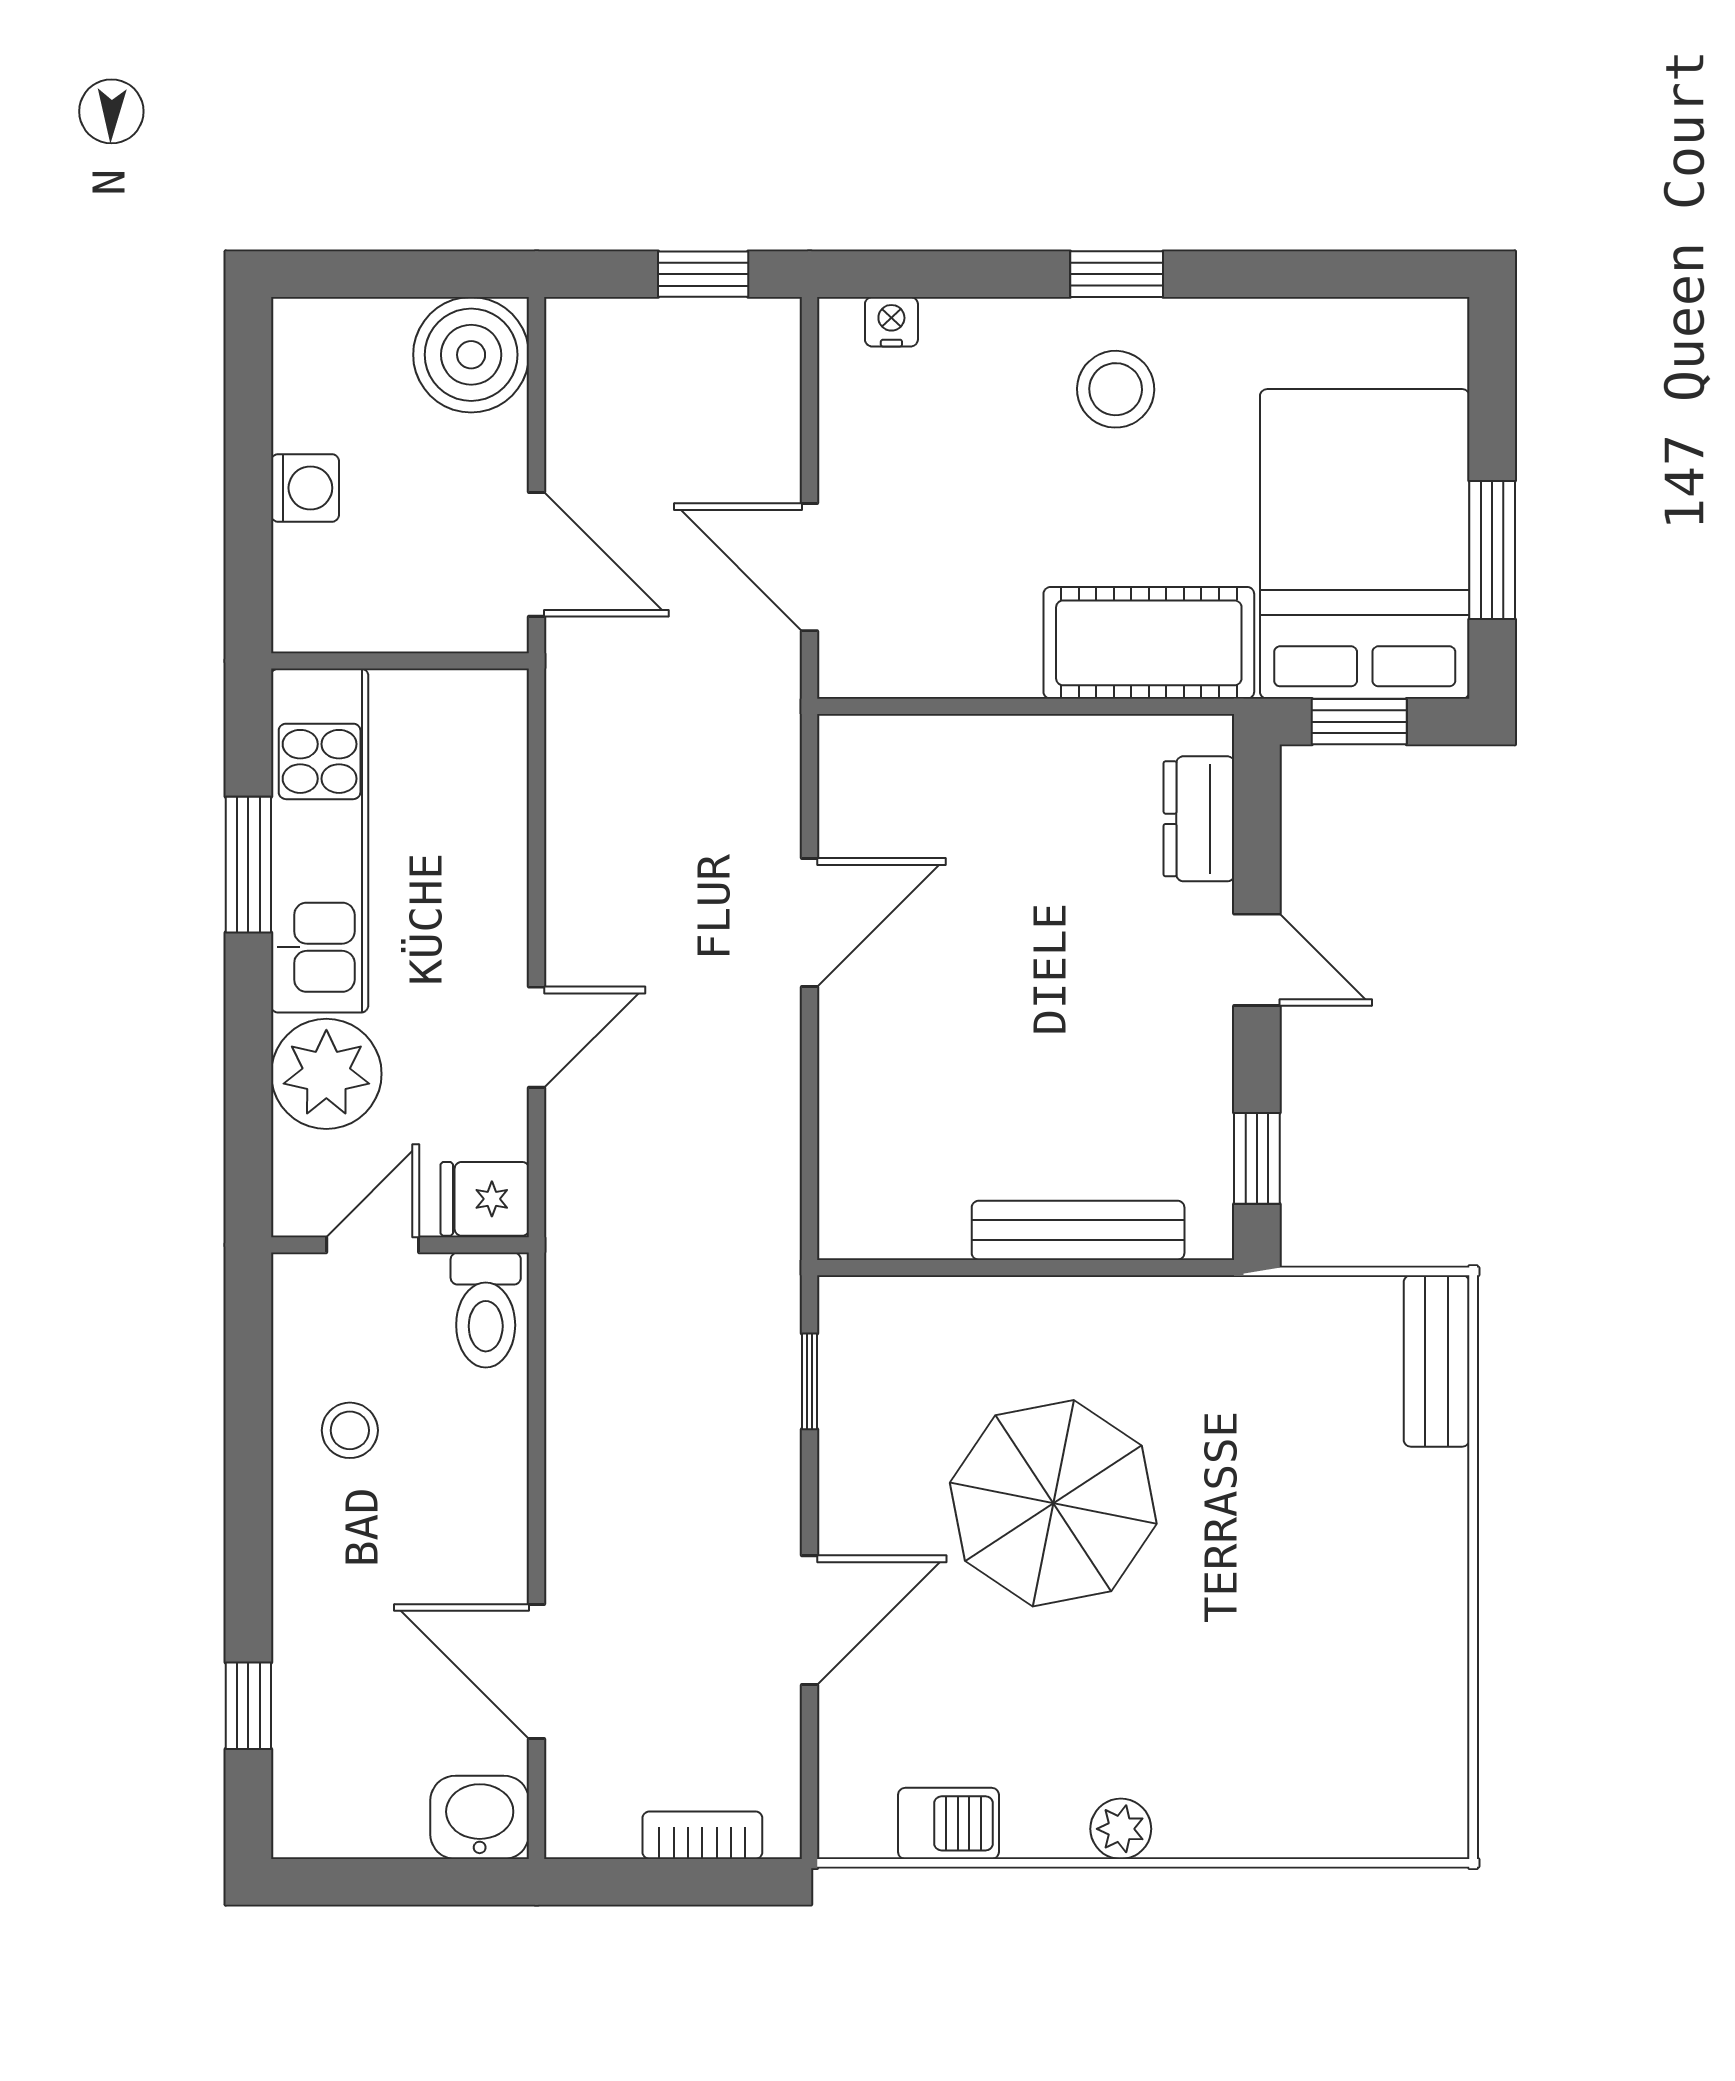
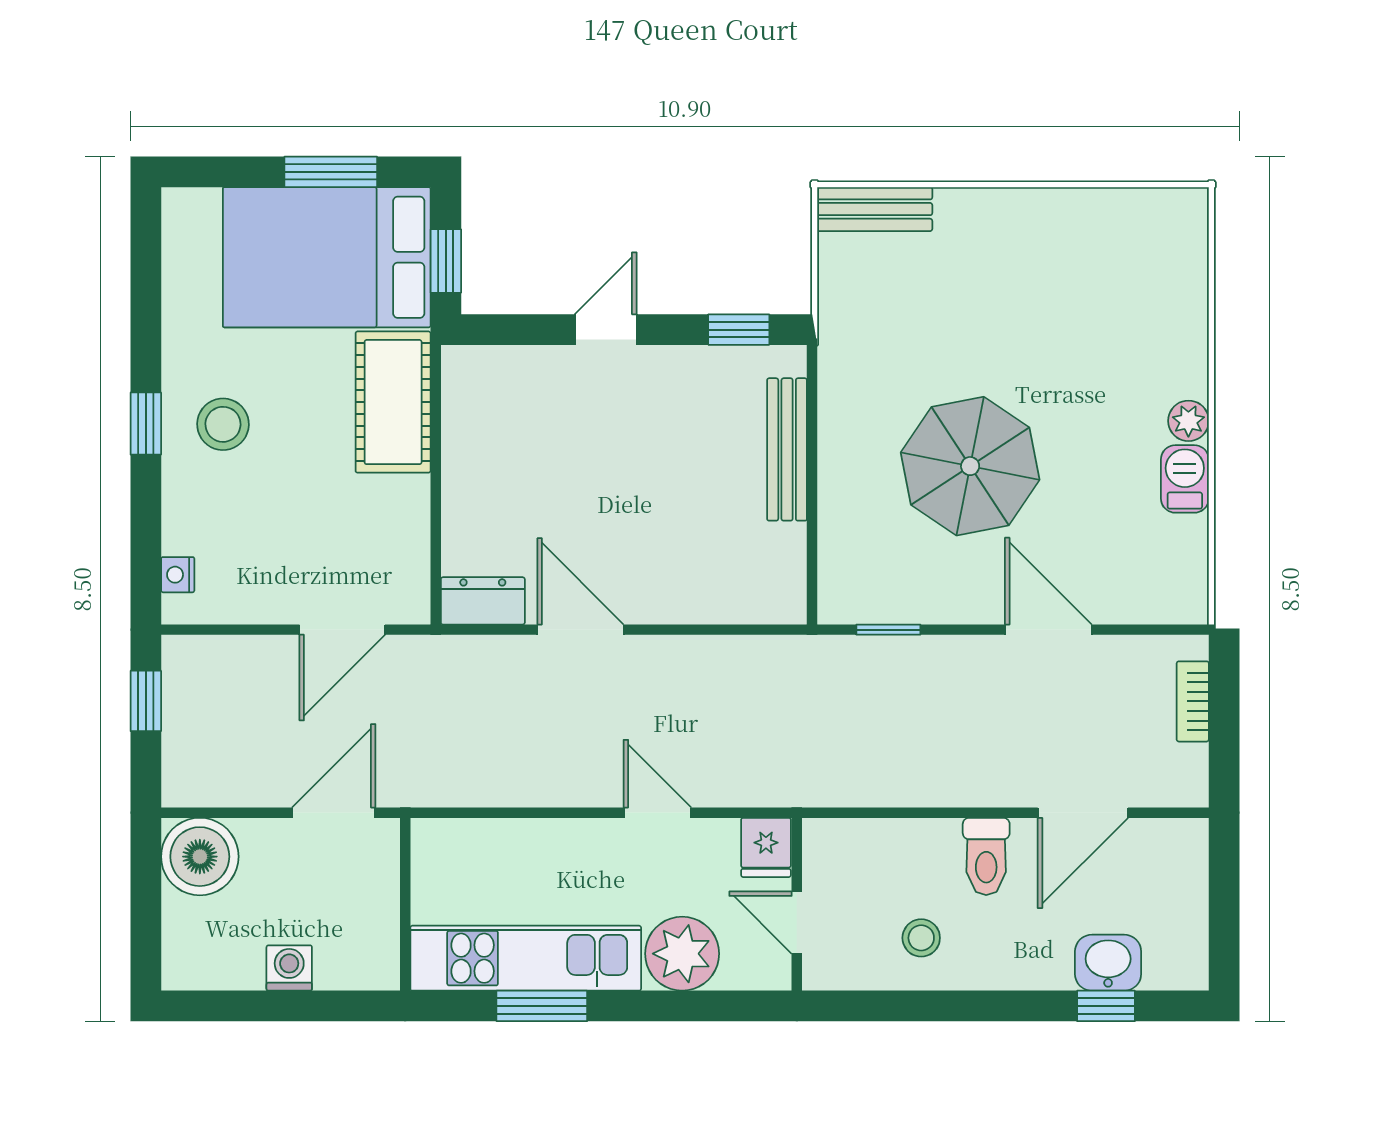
dresser: (1199, 819) -> (483, 601), moved, turned 180
toilet: (486, 1310) -> (986, 856), moved, turned 90
washbasin: (480, 1817) -> (1108, 963), moved, turned 90
barbecue: (948, 1823) -> (1185, 479), moved

